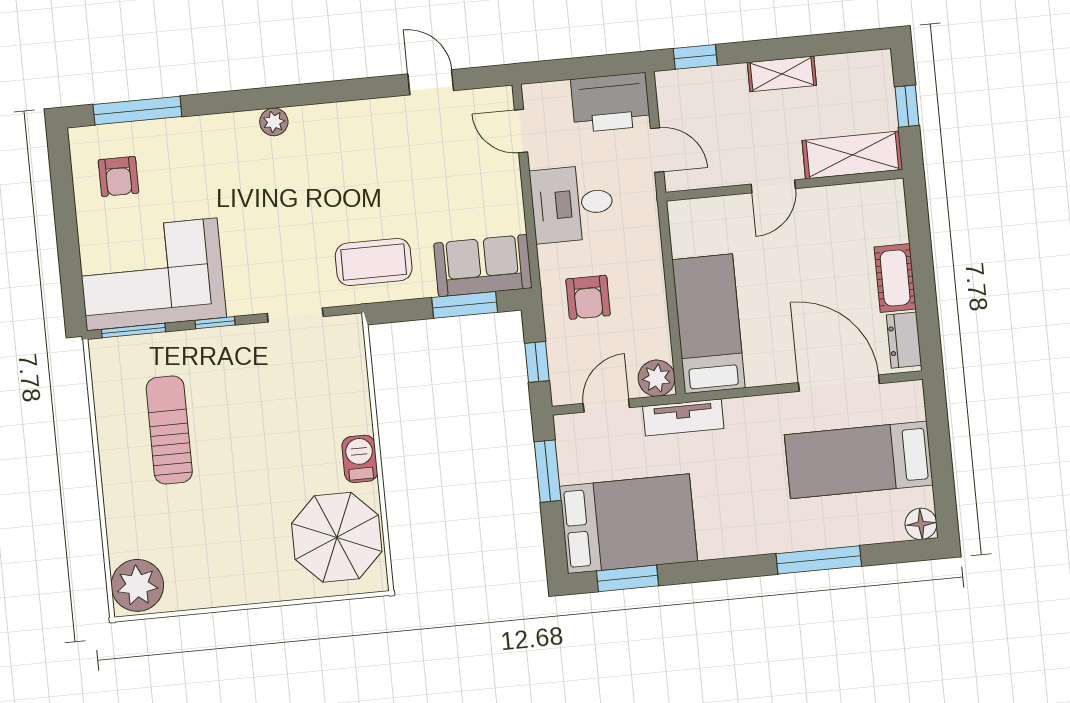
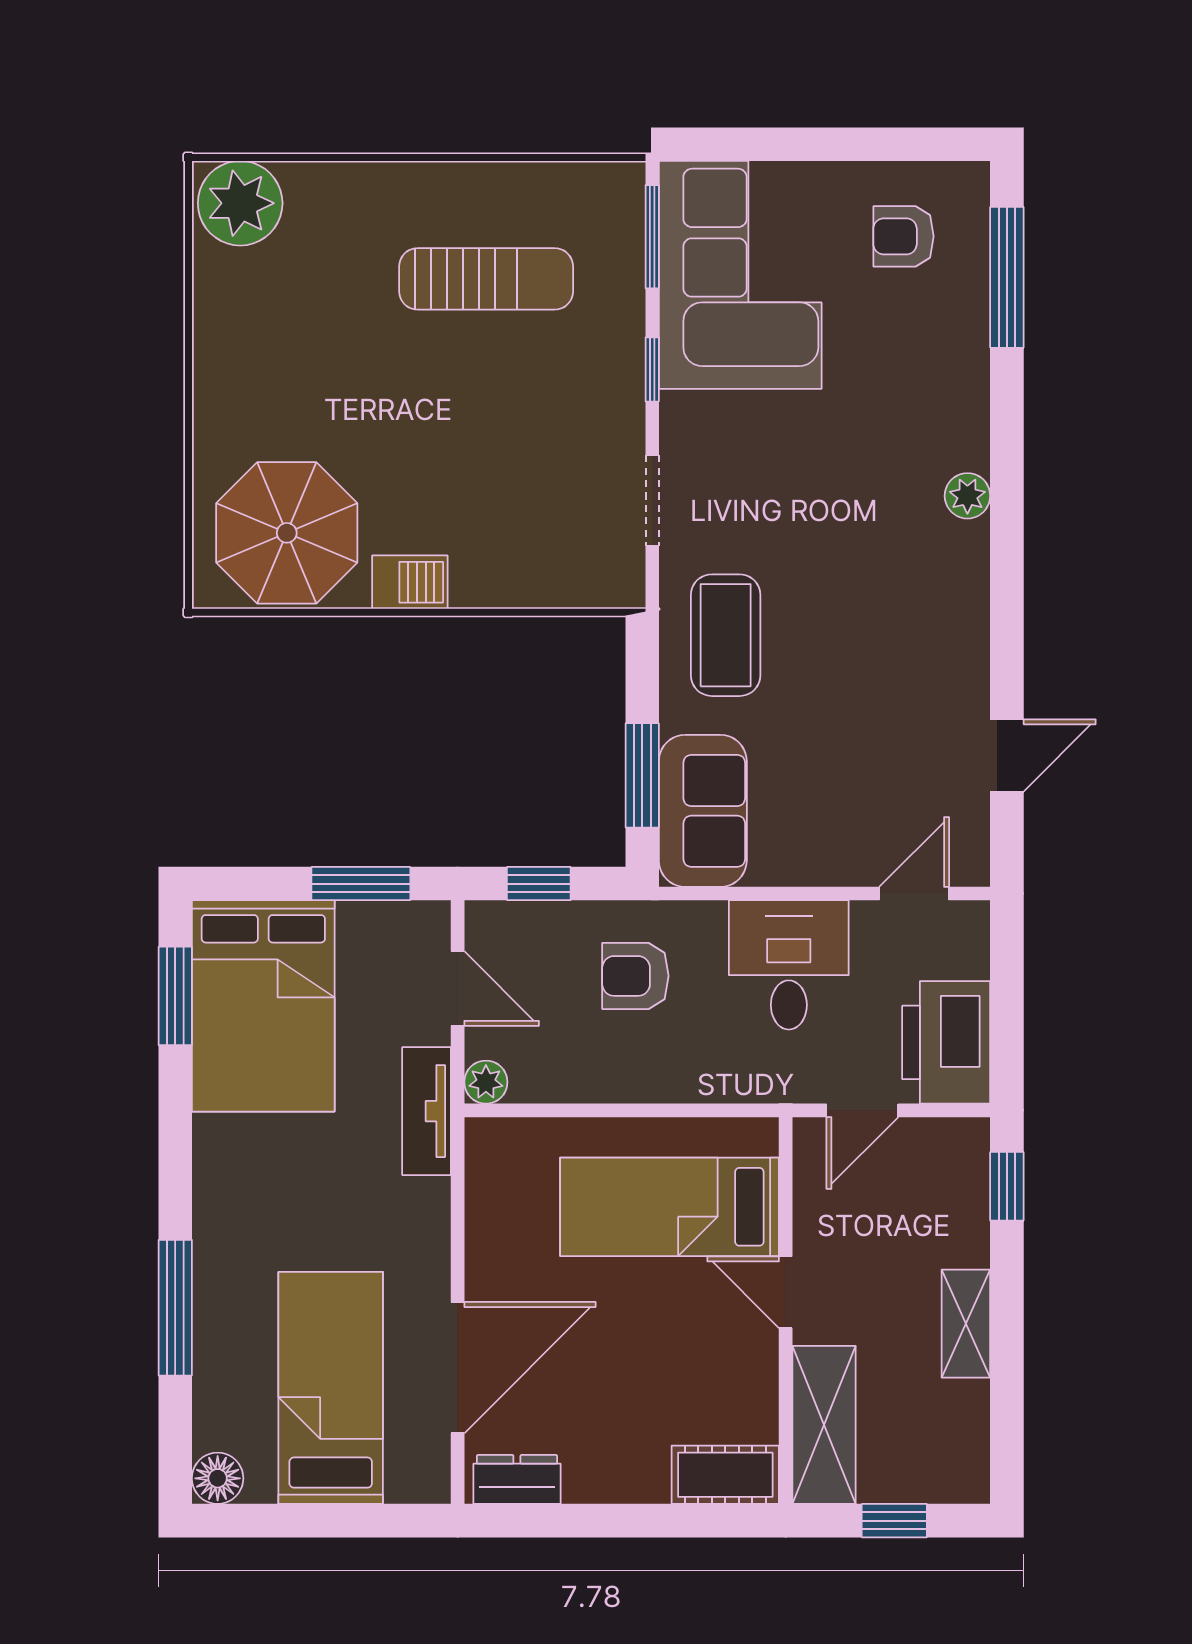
cot: (895, 278) -> (725, 1475), moved
bed: (709, 324) -> (669, 1207), moved, turned 180
plant: (657, 378) -> (486, 1082), width x0.73, depth x0.73

